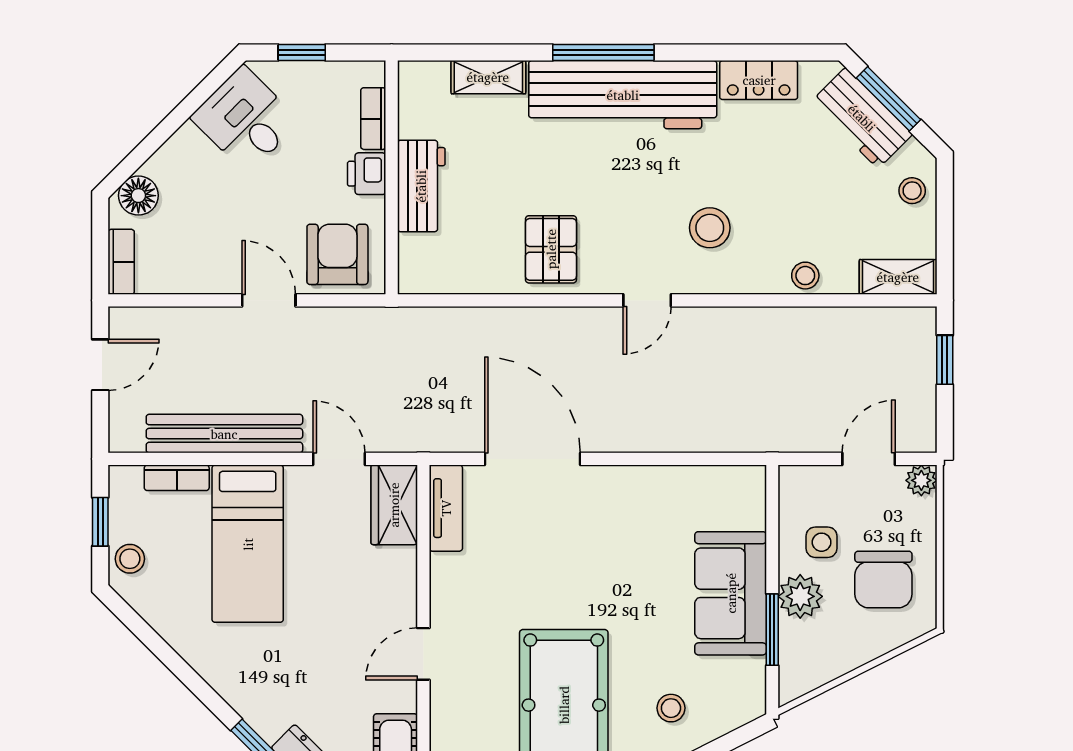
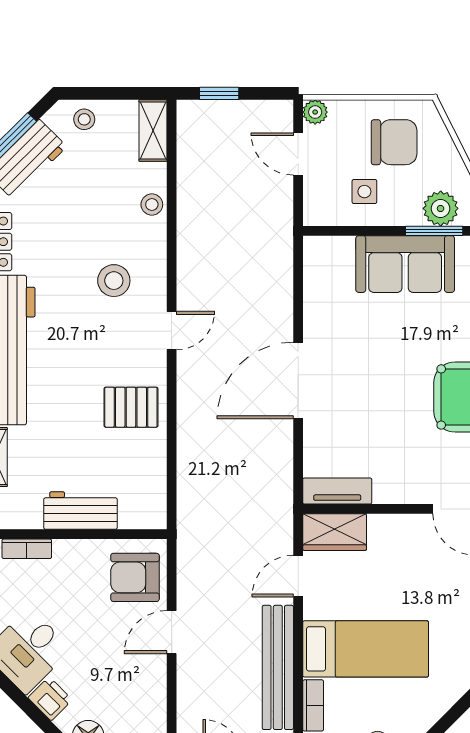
printer: (367, 174) -> (50, 699), moved, turned -135
door: (647, 300) -> (172, 331), hinge flipped
door: (532, 459) -> (298, 380), moved
plant: (800, 596) -> (441, 208), moved

